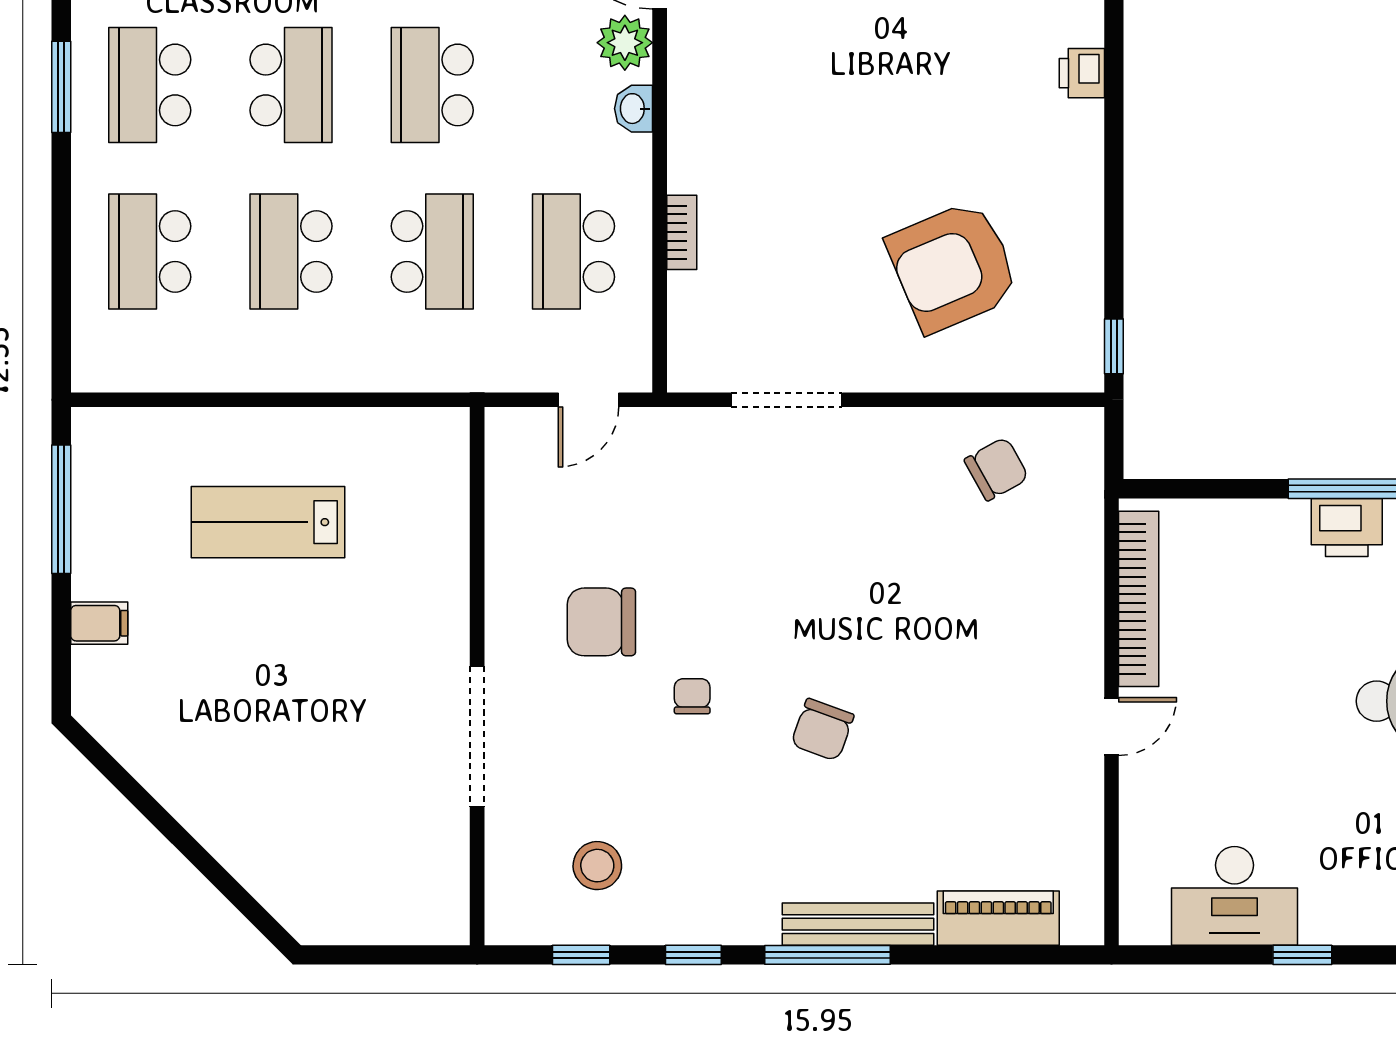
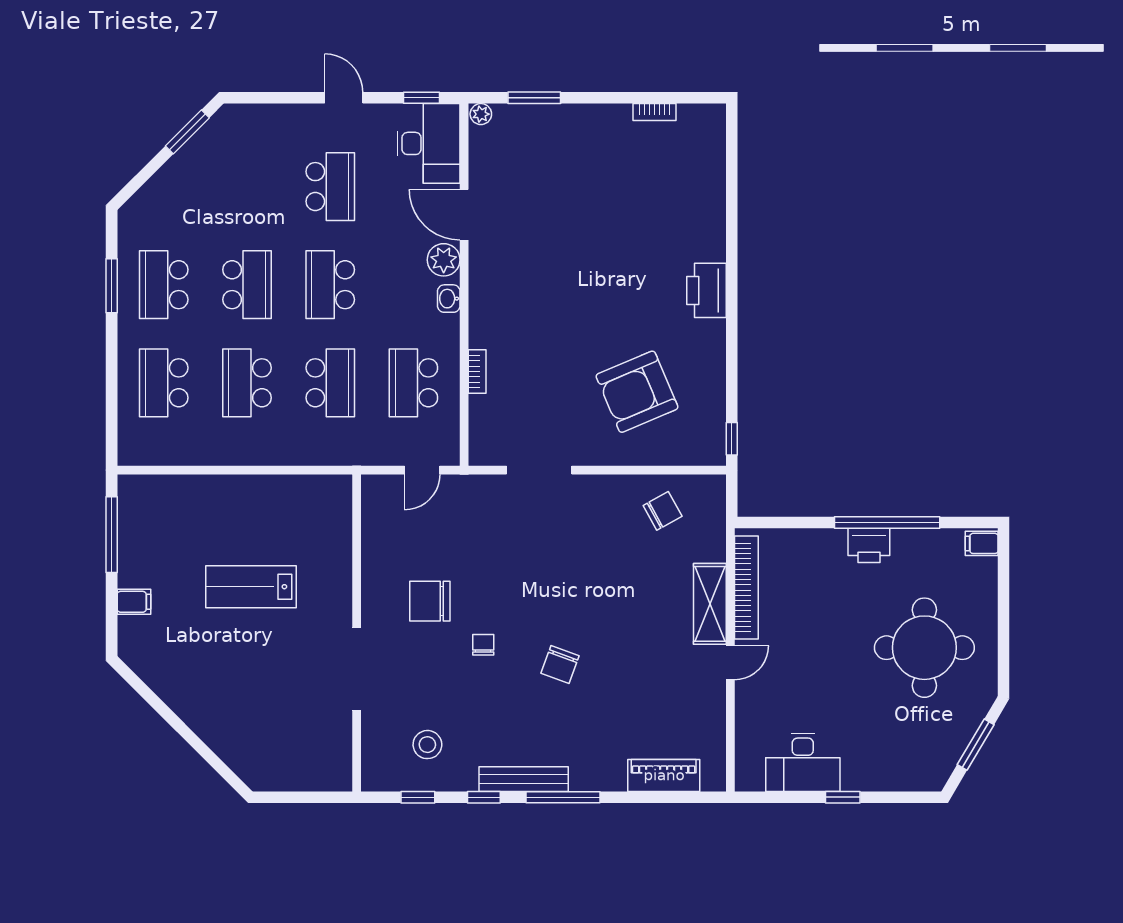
printer: (1082, 73) -> (706, 290), width x1.87, depth x1.48
lab bench: (268, 522) -> (251, 587), moved
shelving: (1077, 627) -> (710, 604), added
bench: (858, 924) -> (524, 779), moved

